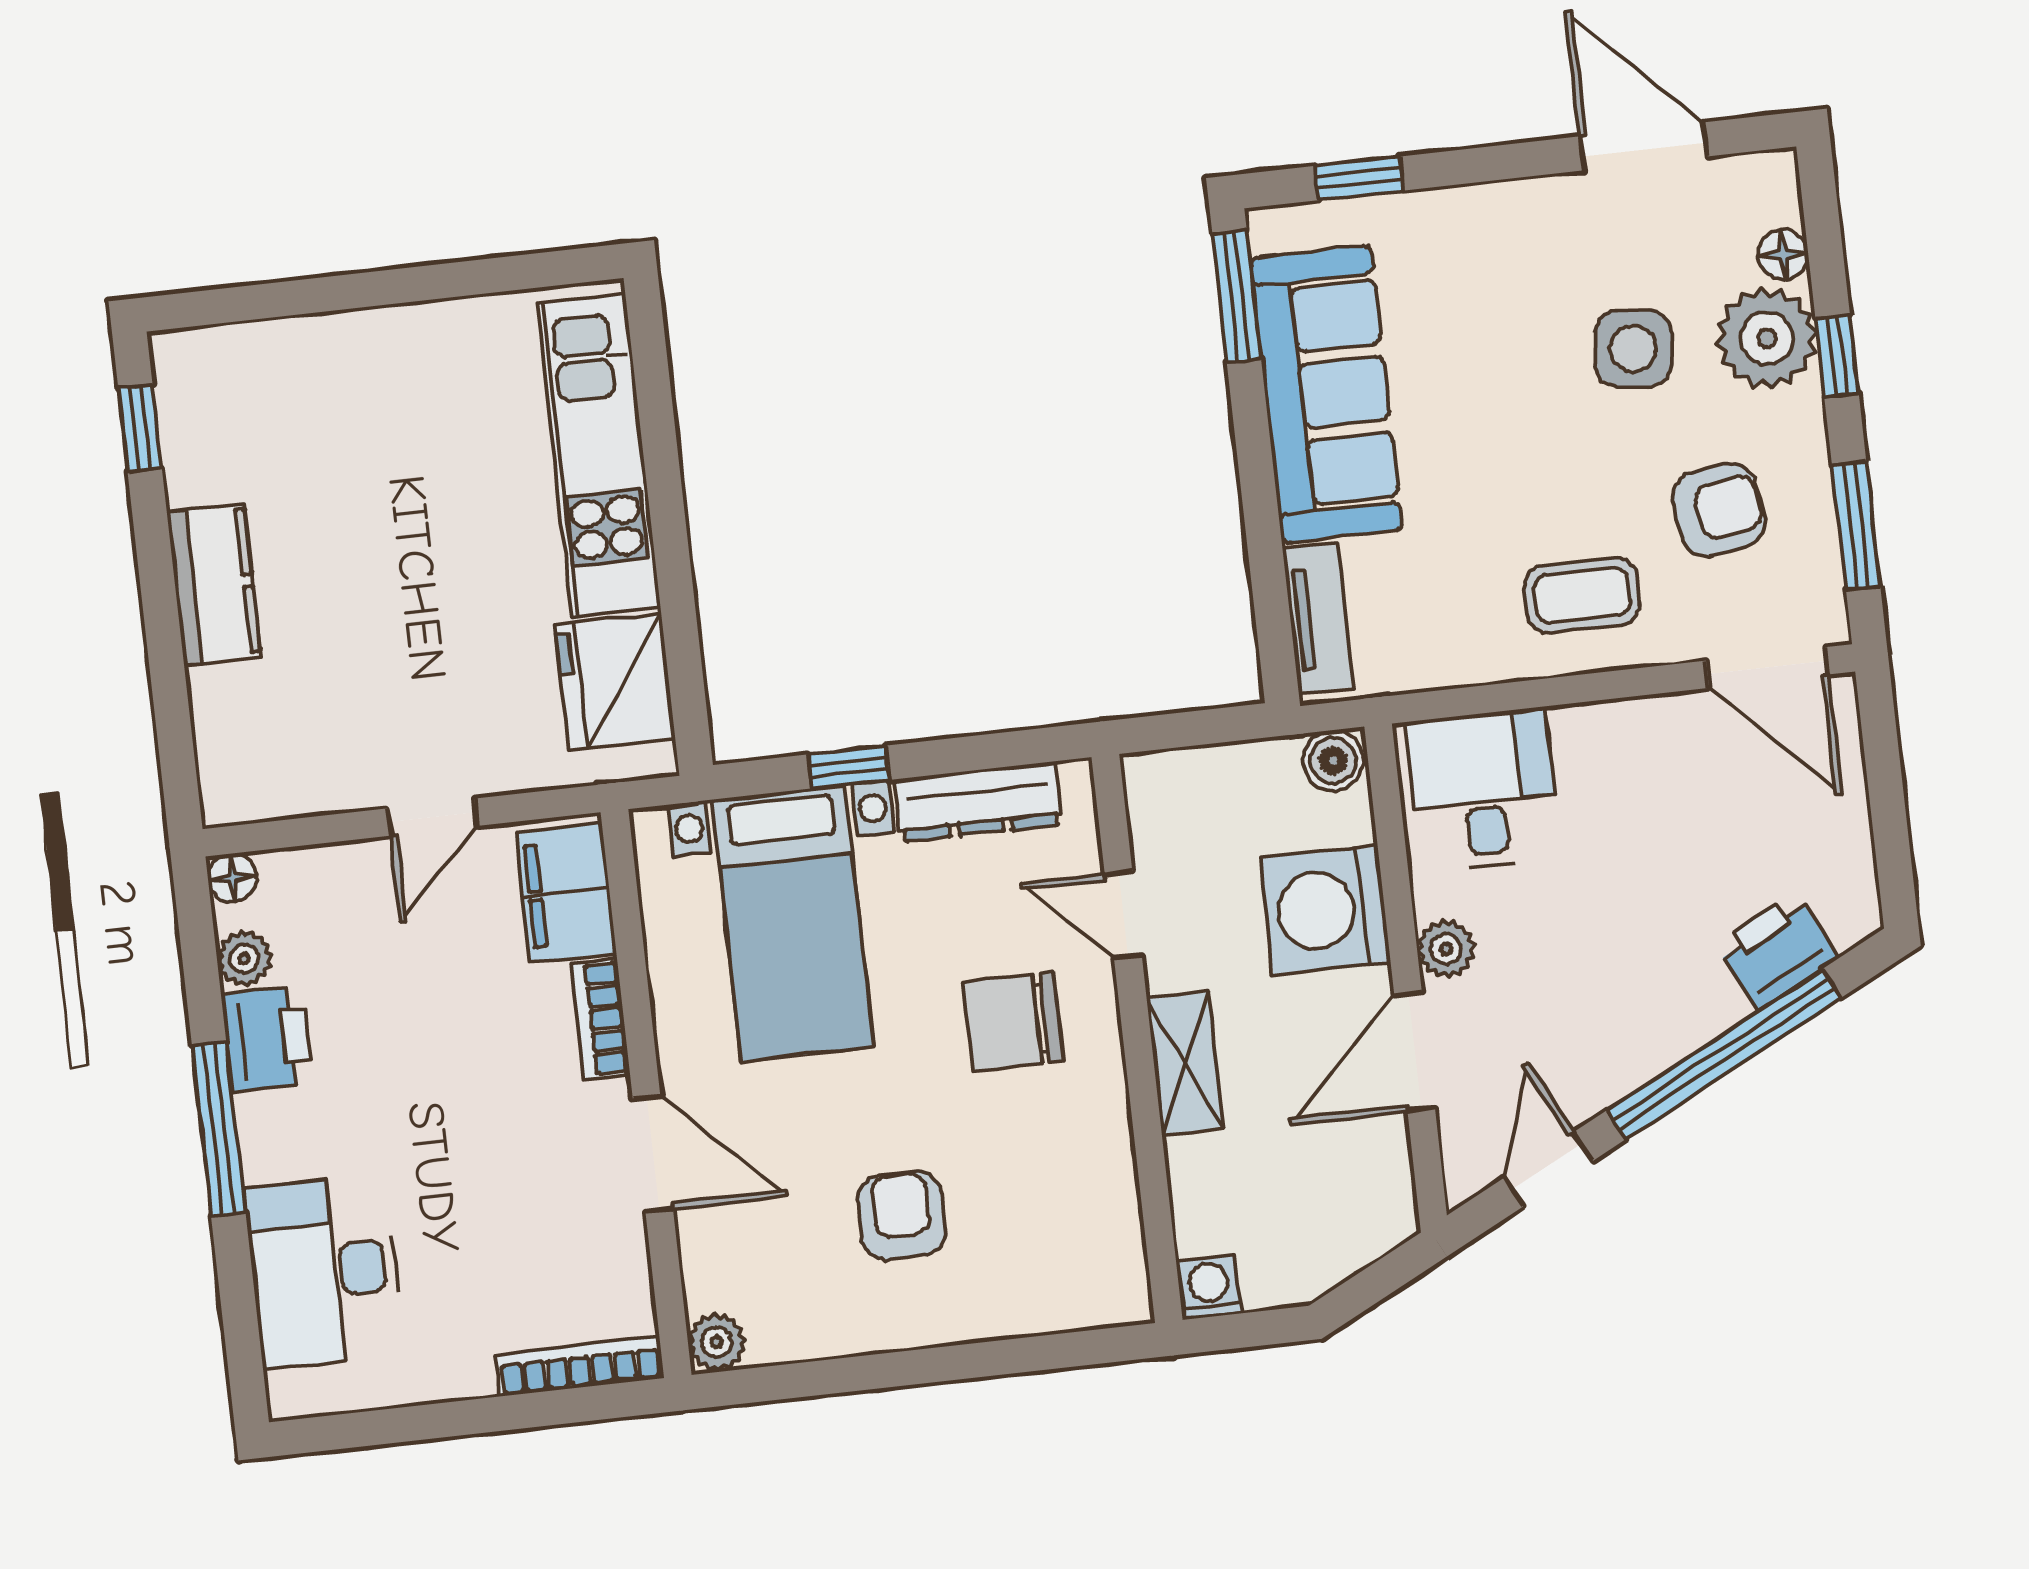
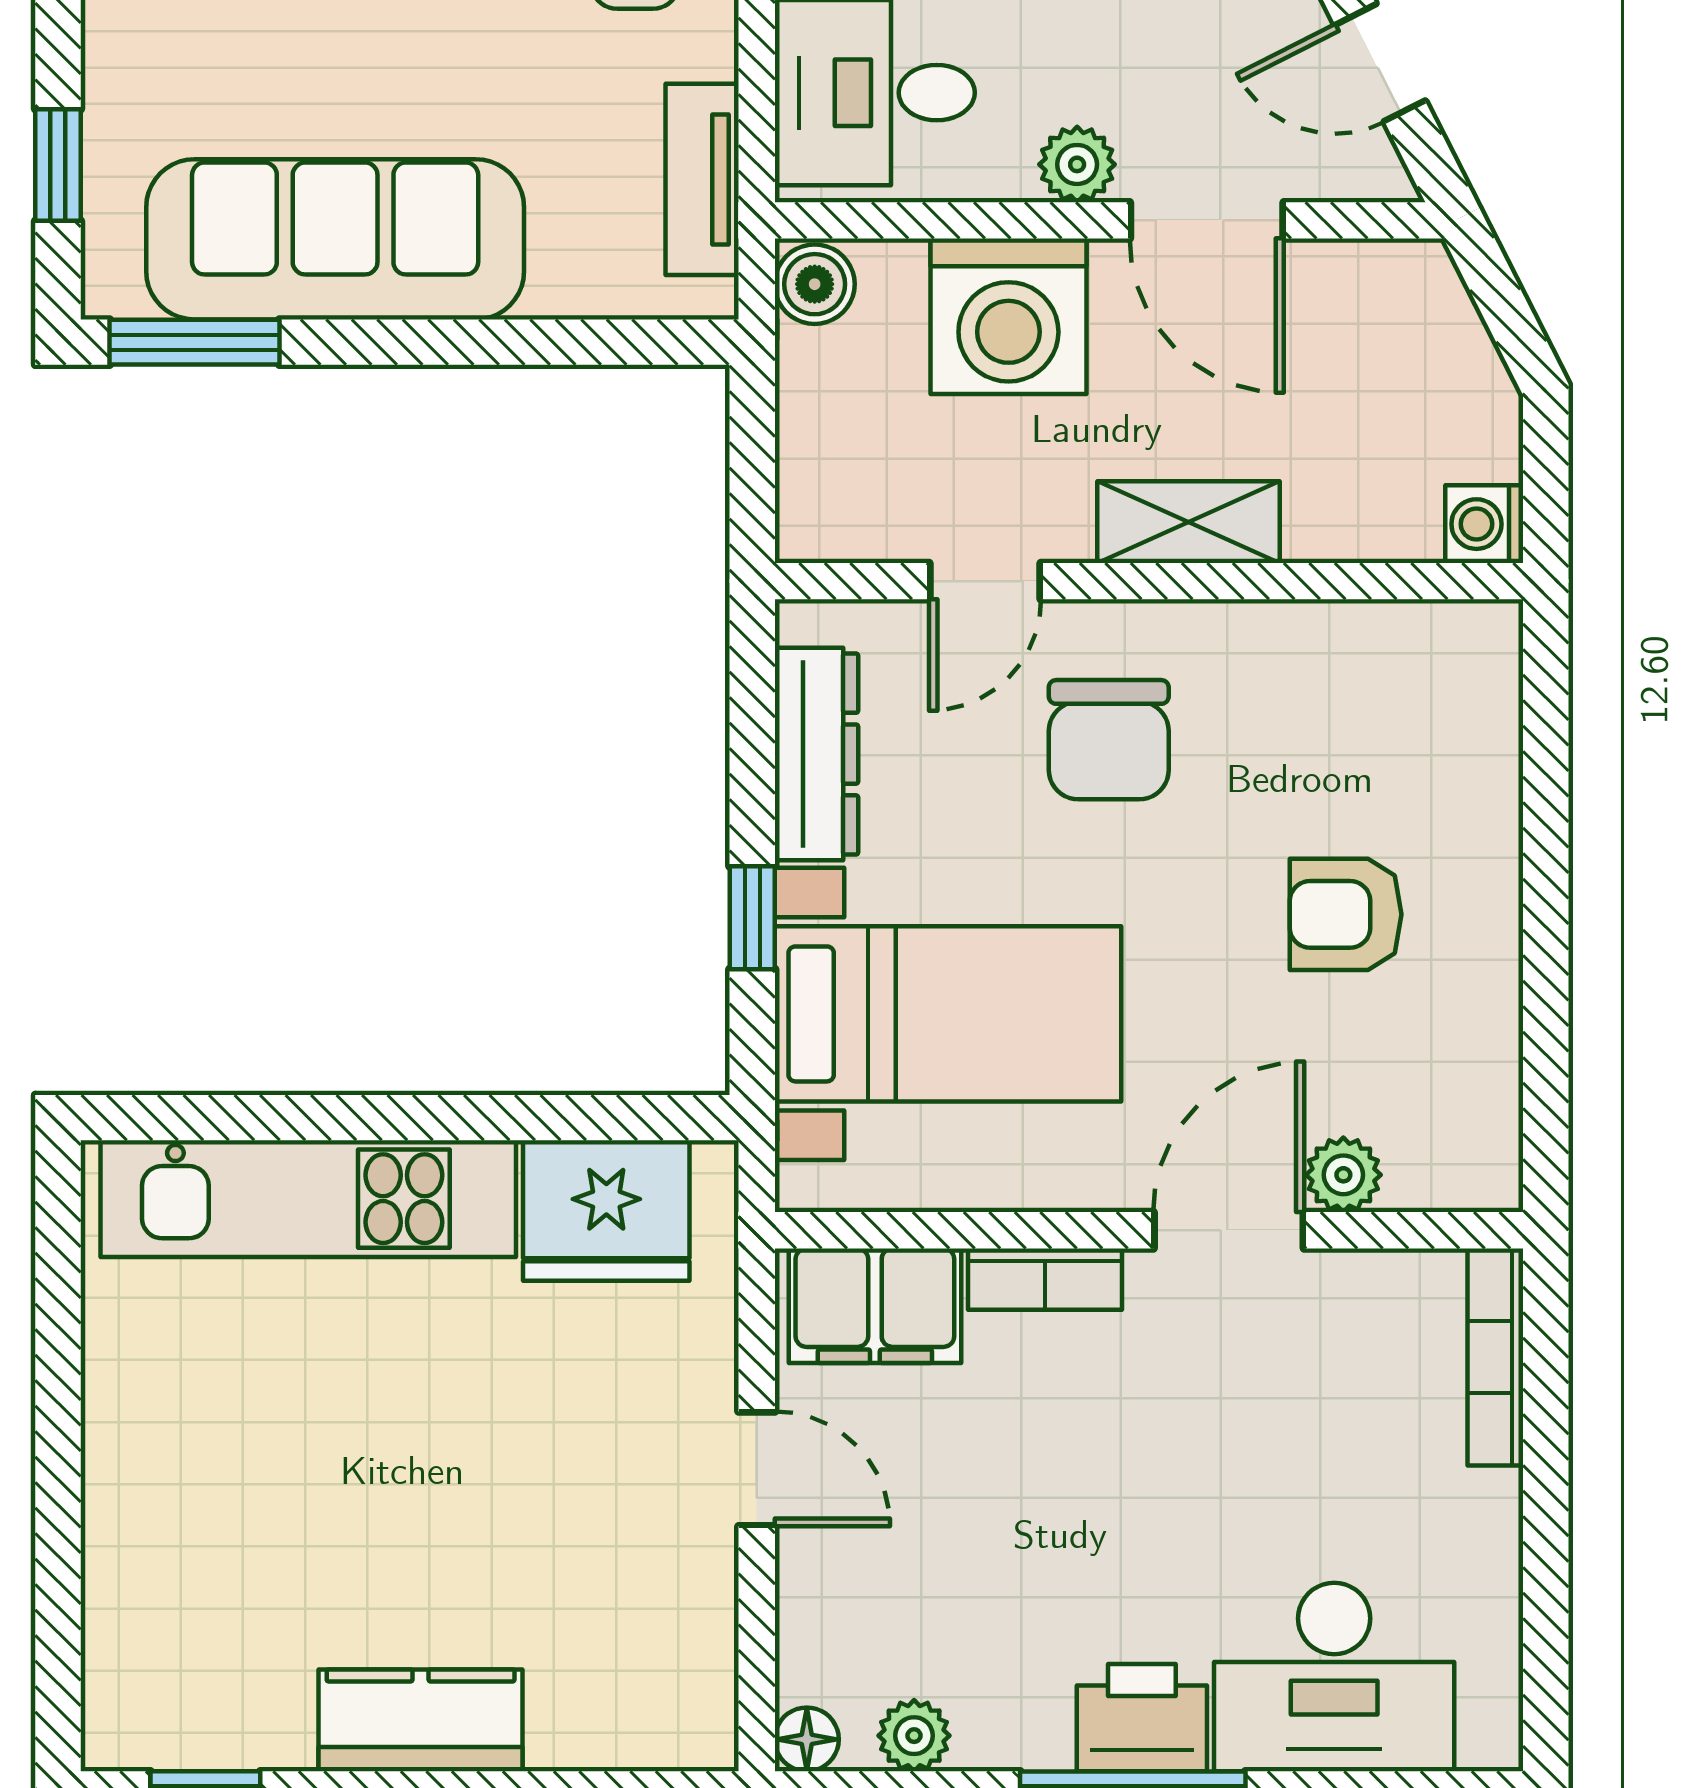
tv unit: (1318, 618) -> (702, 179), moved, turned -90
printer: (267, 1039) -> (1142, 1718), moved
plant: (716, 1342) -> (1343, 1175), moved

